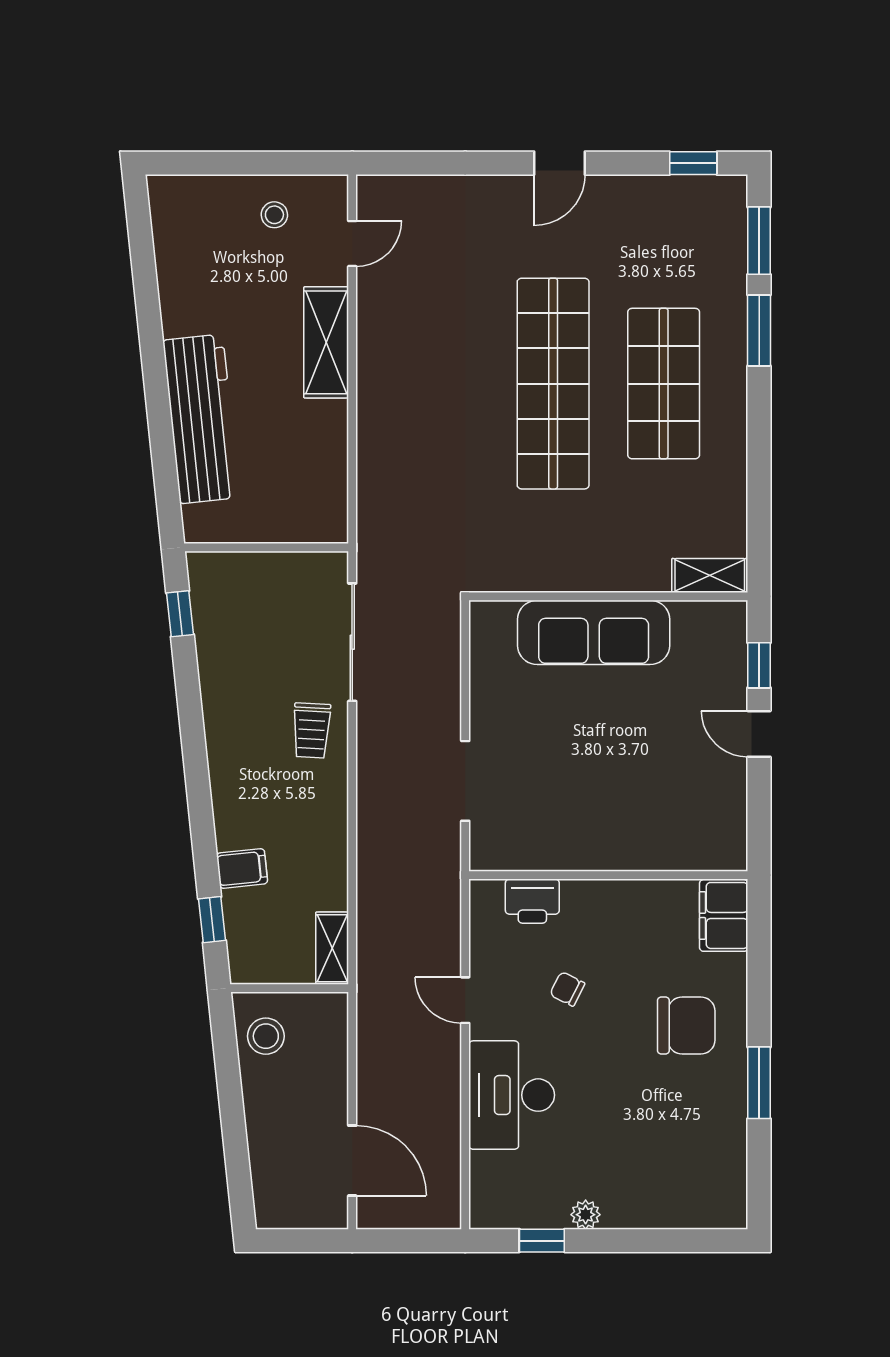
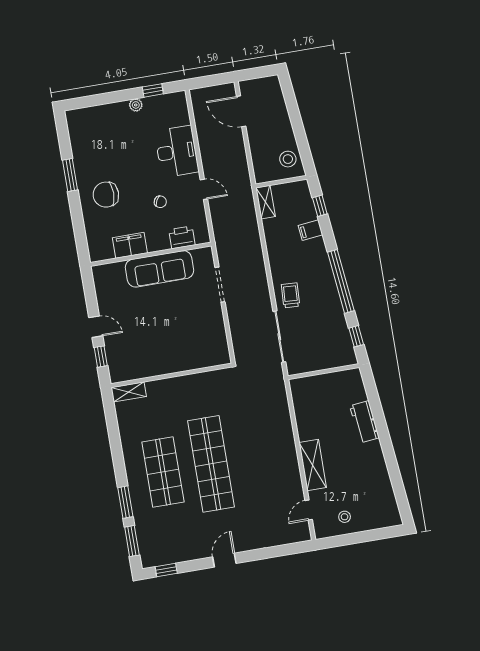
workbench: (201, 419) -> (364, 422), width x0.53, depth x0.76
sofa: (594, 632) -> (160, 269), moved, turned 180
window: (193, 742) -> (341, 281), added
filing cabinet: (724, 915) -> (130, 245), moved, turned -90

